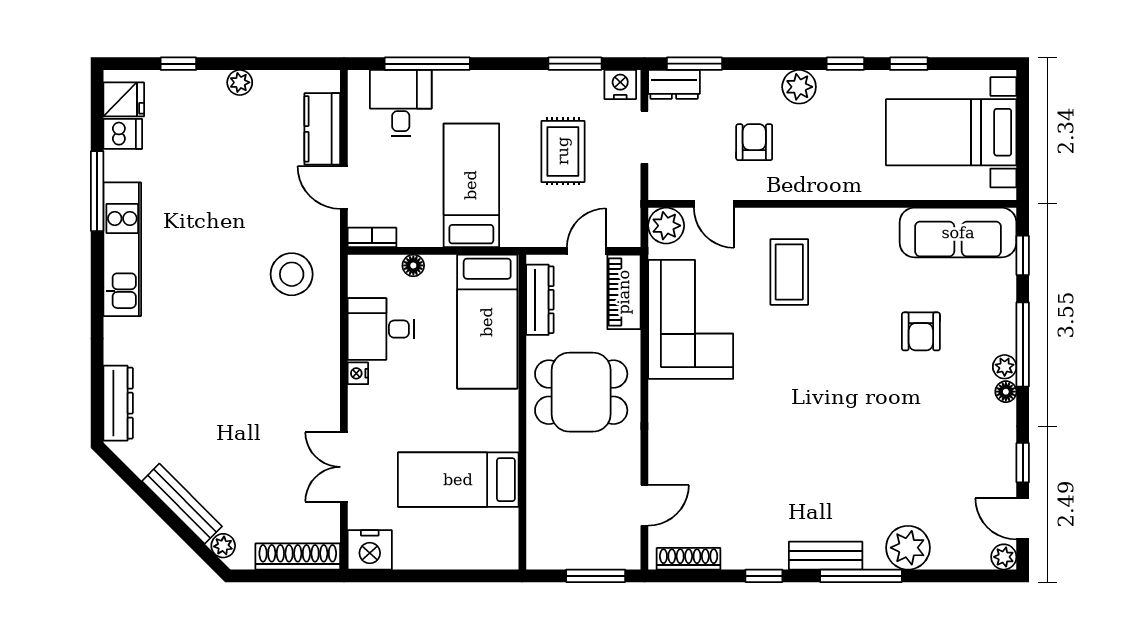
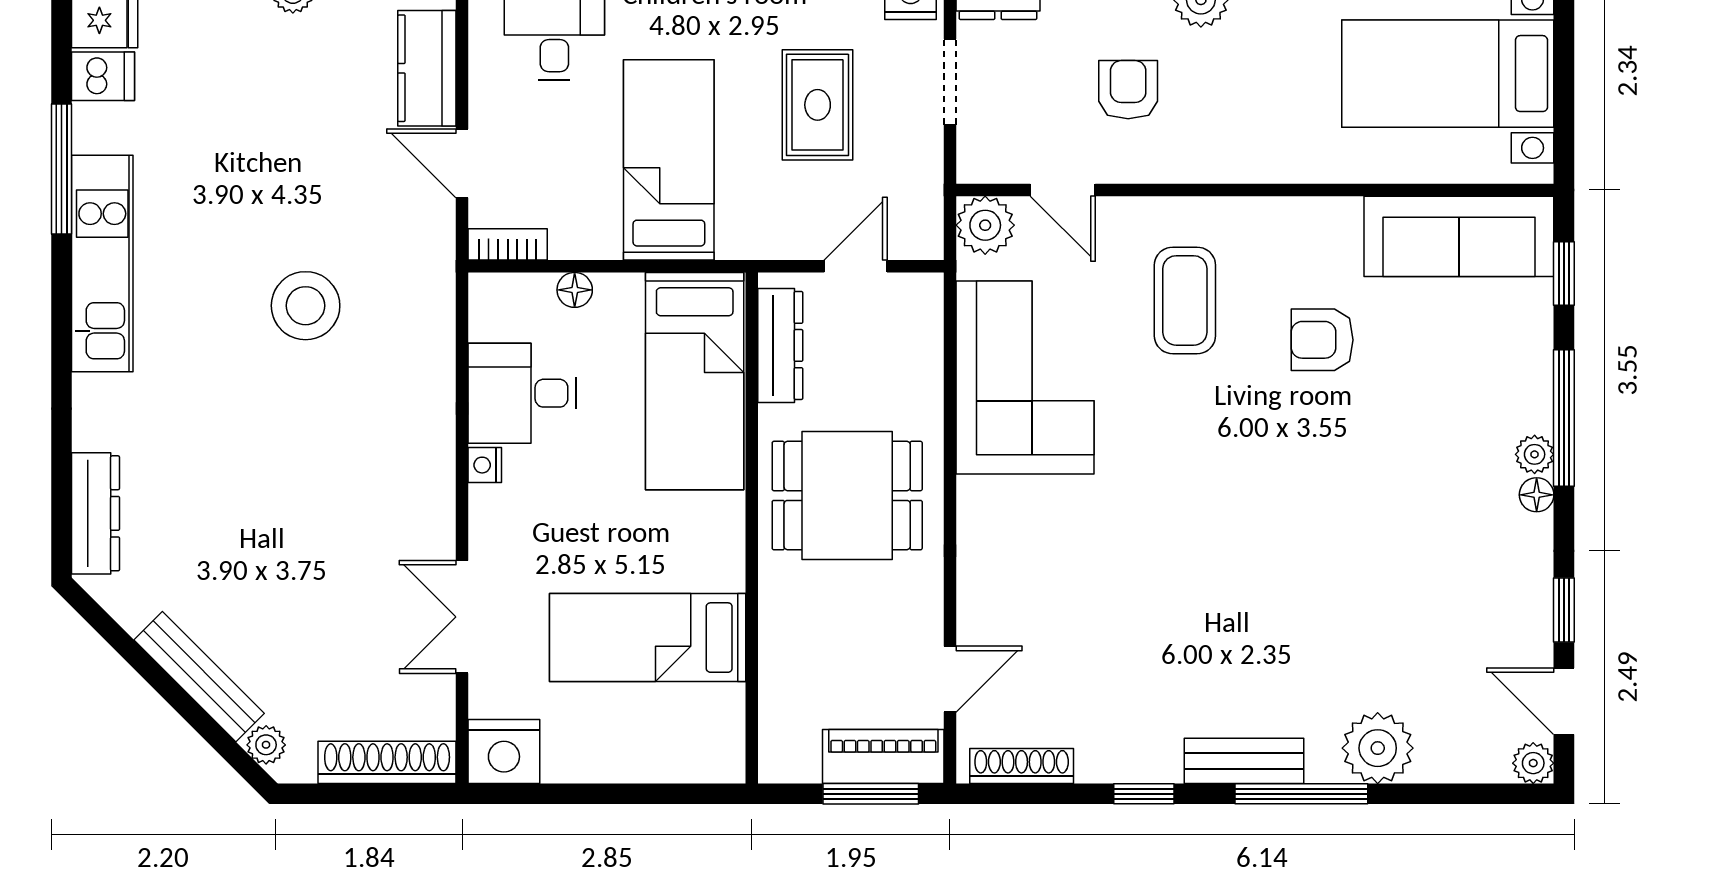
stool: (292, 274) -> (306, 306), moved
piano: (624, 292) -> (883, 757), moved, turned 90
armchair: (921, 331) -> (1322, 340), moved, turned 90

